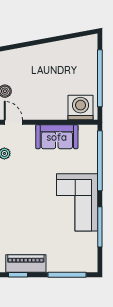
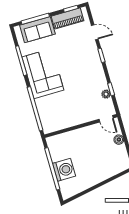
washing machine: (81, 108) -> (64, 170), moved, turned -90
sofa: (57, 137) -> (37, 30), moved, turned 180

